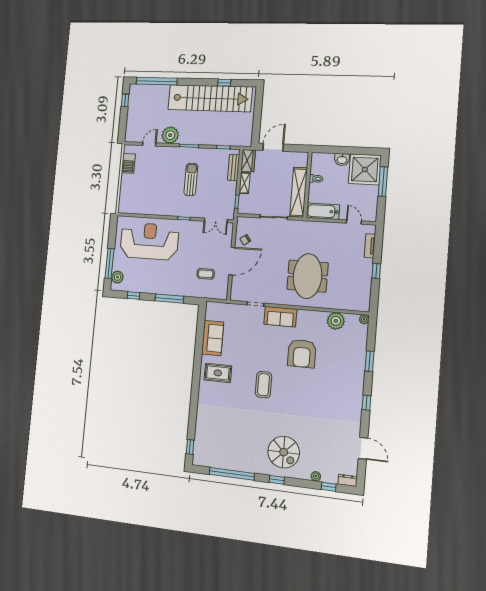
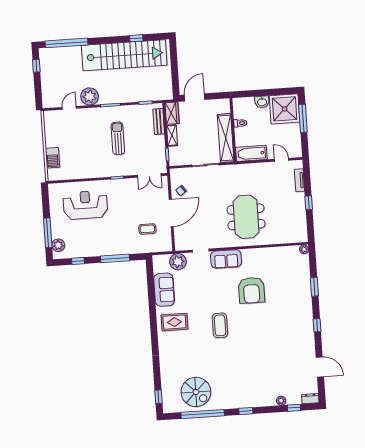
barbecue: (128, 163) -> (52, 158), moved
reception desk: (149, 241) -> (85, 205), width x0.74, depth x0.77
plant: (336, 321) -> (178, 262), moved
spiral stairs: (284, 452) -> (196, 392), moved

